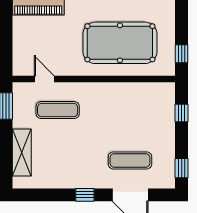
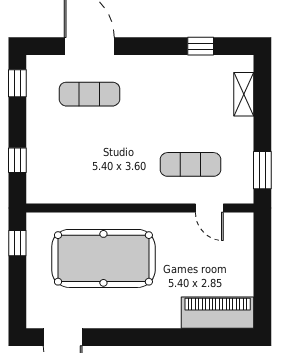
shelving: (22, 153) -> (244, 94), width x0.67, depth x0.75
window: (85, 195) -> (201, 46), moved

